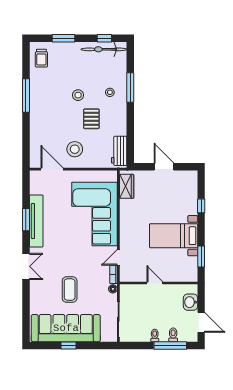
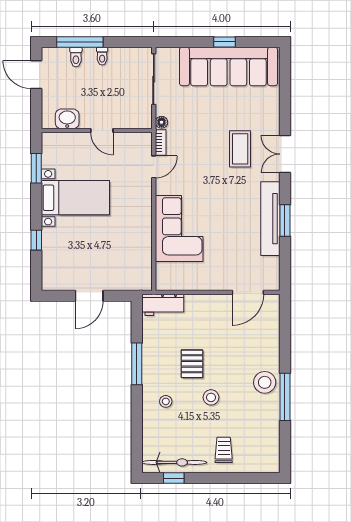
window: (63, 38) -> (232, 478), removed
trolley: (41, 58) -> (224, 450), moved
window: (130, 87) -> (137, 364), moved
stool: (75, 149) -> (265, 382), moved
workbench: (119, 151) -> (163, 305), moved, turned 90
door: (164, 167) -> (89, 296), hinge flipped
door: (52, 169) -> (248, 292), hinge flipped
wardrobe: (127, 186) -> (142, 268), removed
corner sofa: (95, 214) -> (179, 229), width x0.73, depth x0.74
coffee table: (70, 290) -> (240, 149), moved
washbasin: (191, 302) -> (67, 119), moved, turned -90

